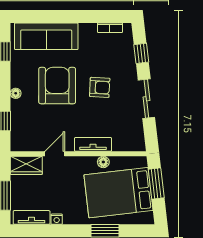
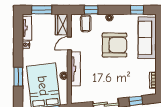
armchair: (100, 87) -> (113, 73), removed
coffee table: (25, 129) -> (86, 23), added
tv unit: (93, 144) -> (75, 69), width x1.41
door: (55, 154) -> (69, 43), swing flipped

